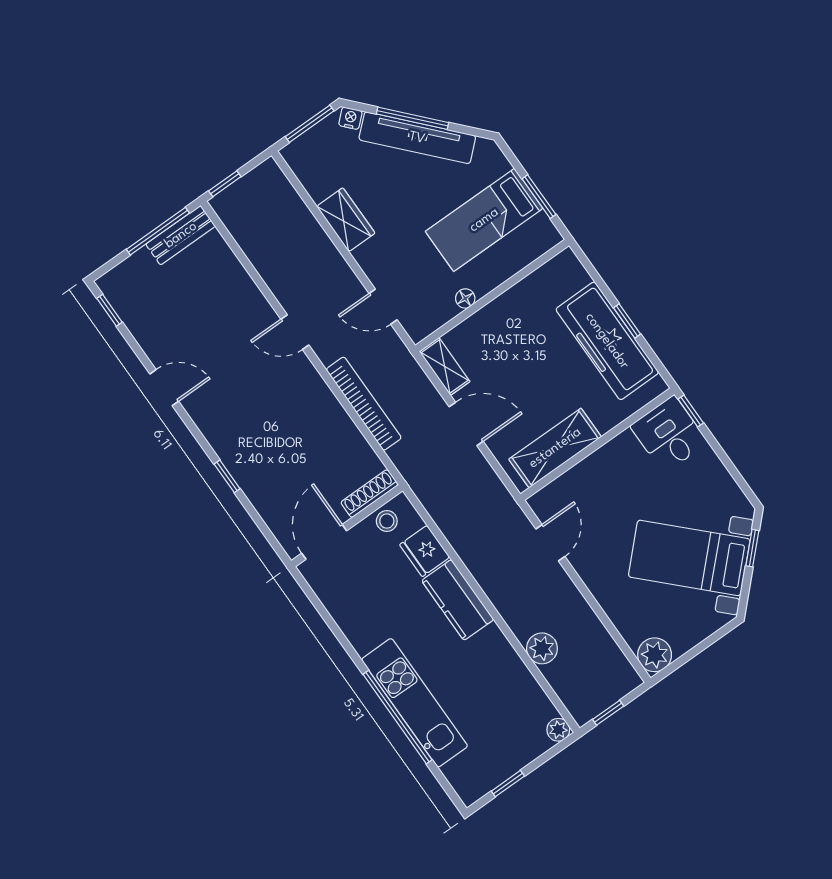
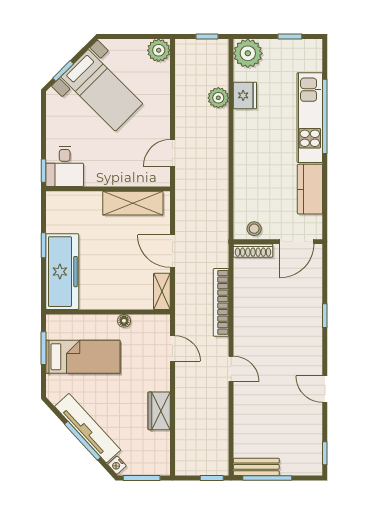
freezer: (607, 341) -> (62, 272), moved
fridge: (425, 551) -> (245, 95), moved
kitchen counter: (458, 600) -> (310, 189), moved, turned 180
plant: (558, 730) -> (248, 53), width x1.87, depth x1.87

